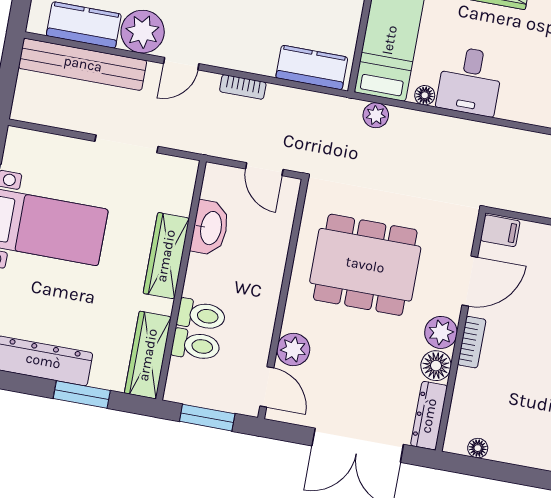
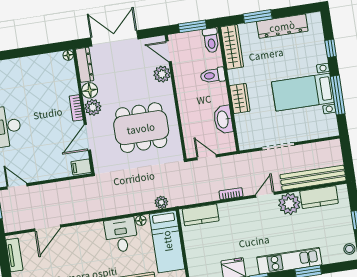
wardrobe: (166, 256) -> (240, 98), width x0.67
toilet: (196, 345) -> (211, 40), moved, turned -90
floor lamp: (478, 448) -> (68, 55), moved

